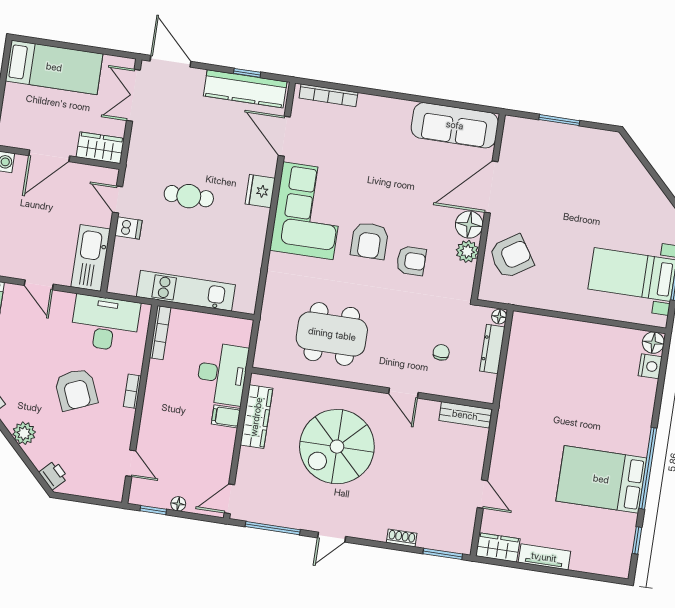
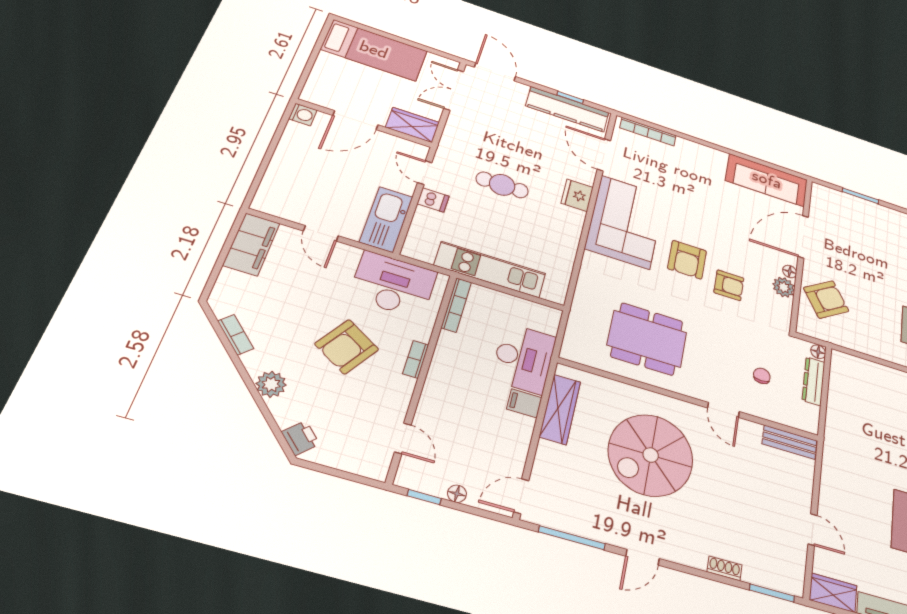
floor lamp: (469, 225) -> (790, 272), width x0.53, depth x0.53
armchair: (76, 390) -> (347, 347), turned 55

